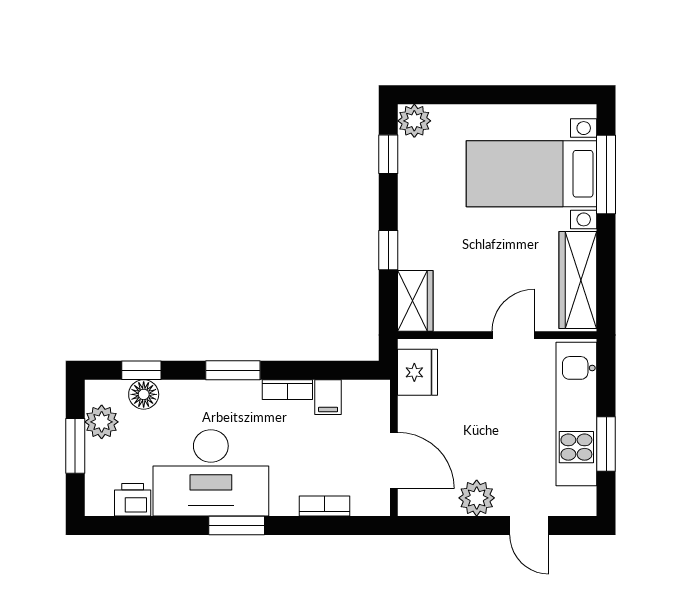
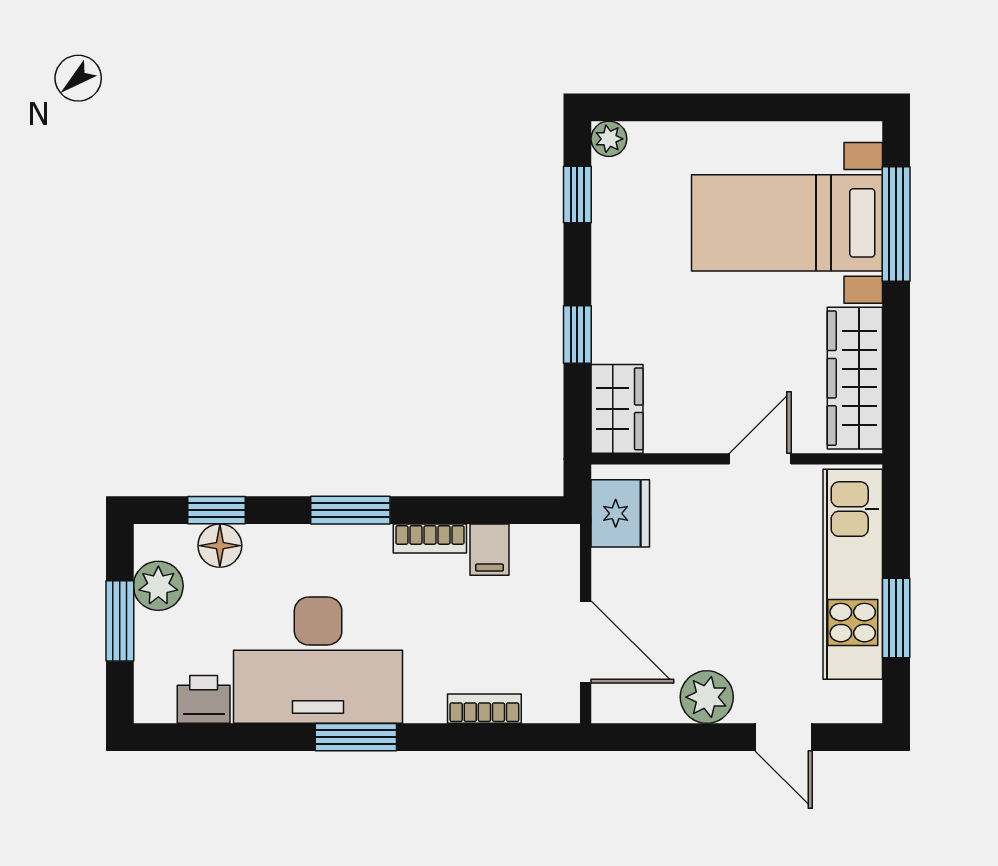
plant: (414, 121) -> (609, 139), width x0.73, depth x0.73

